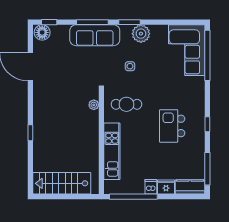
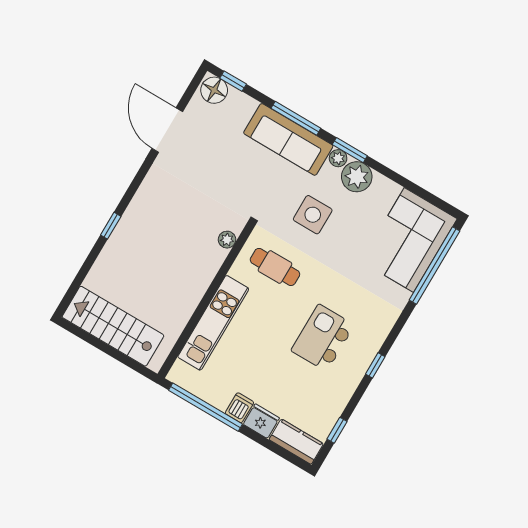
plant: (126, 30) -> (338, 158), added
side table: (130, 66) -> (313, 215), width x1.87, depth x1.87
window: (207, 169) -> (337, 430), width x0.46

